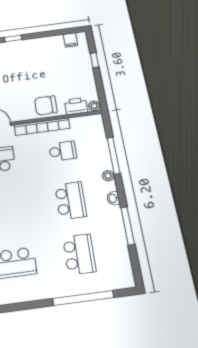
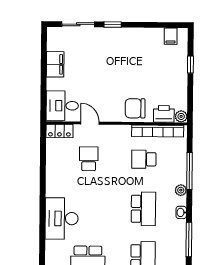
bookcase: (42, 127) -> (158, 131), moved
school desk: (63, 151) -> (144, 159), turned 180

